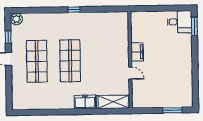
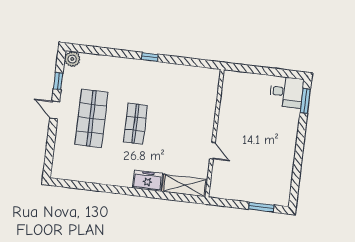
filing cabinet: (137, 52) -> (225, 124), removed
shop shelf: (70, 61) -> (135, 124), width x0.70, depth x0.74

